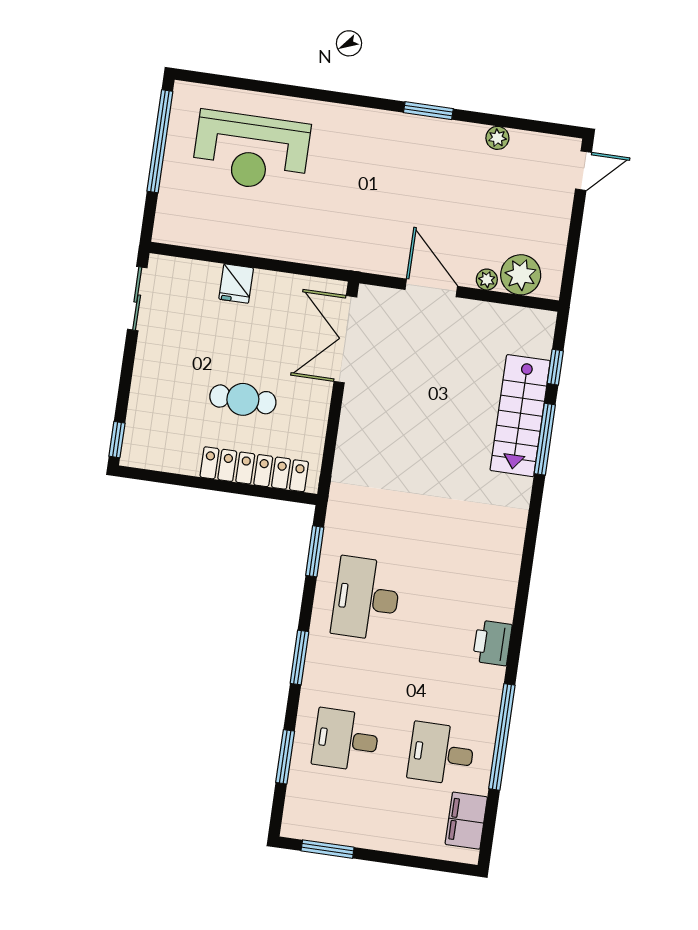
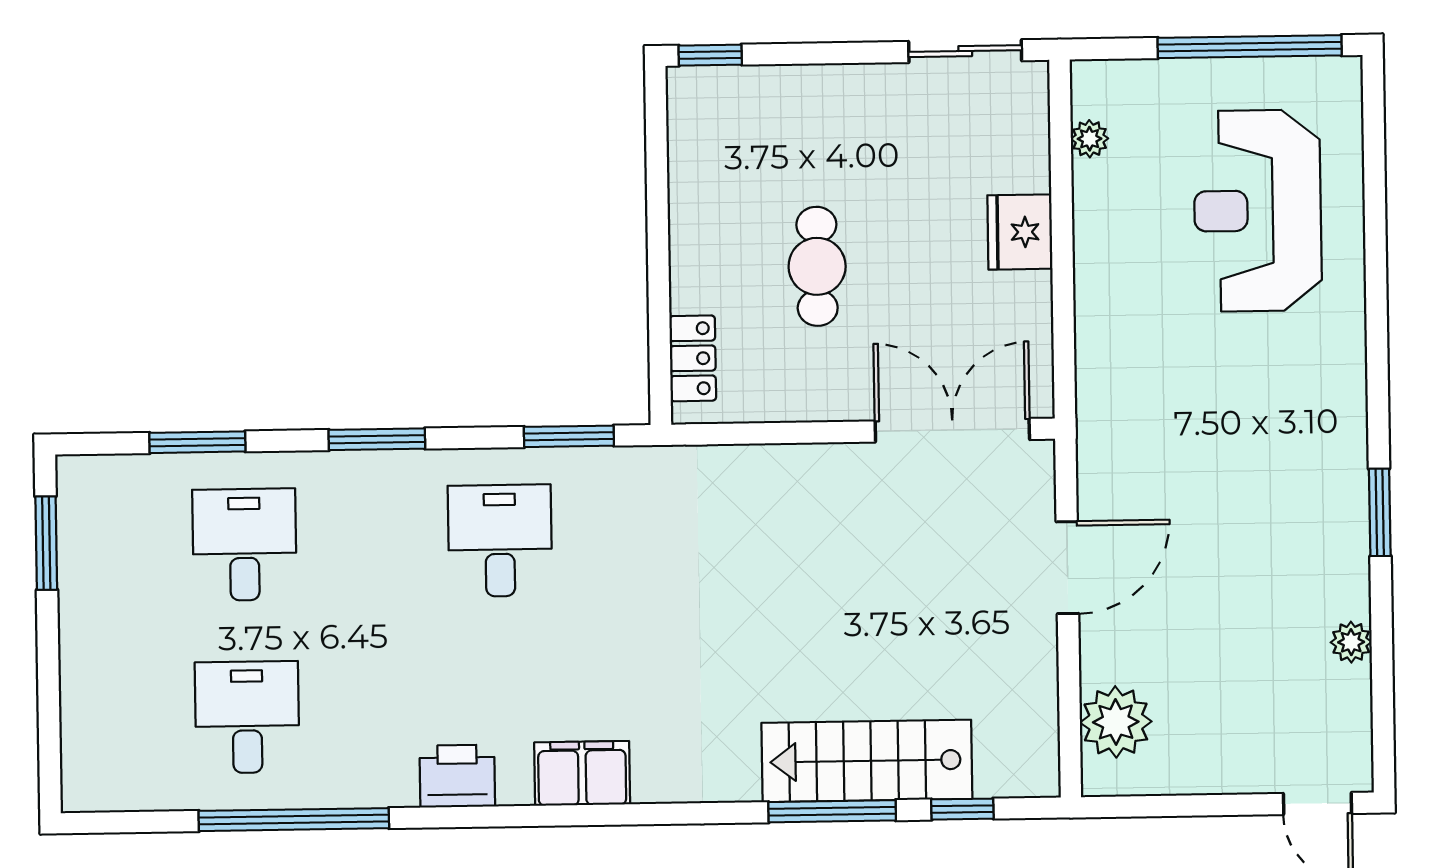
plant: (487, 280) -> (1090, 139), moved
fridge: (236, 284) -> (1020, 232), width x1.38
locker: (254, 469) -> (693, 358), width x0.46, depth x0.83
desk: (366, 599) -> (500, 541), width x0.73
filing cabinet: (466, 821) -> (582, 773), moved

